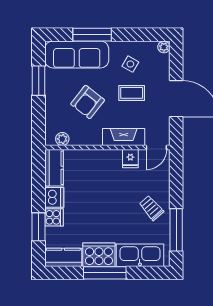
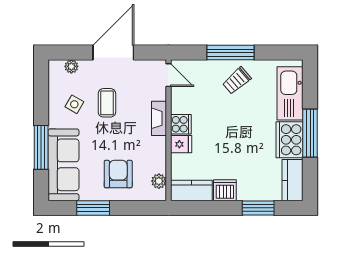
plant: (164, 47) -> (71, 66), moved
armchair: (88, 102) -> (118, 174), moved, turned -128
fireplace: (124, 137) -> (159, 118), width x0.73, depth x0.76
fridge: (130, 159) -> (181, 144), moved
cooker: (54, 217) -> (181, 124), moved, turned 90
window: (176, 230) -> (231, 53), moved

